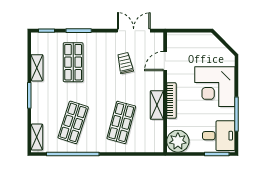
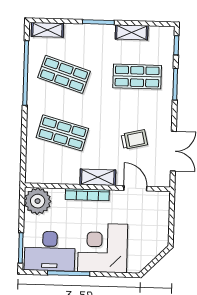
shelving: (157, 105) -> (98, 177), moved
desk: (219, 136) -> (50, 251), width x1.37

